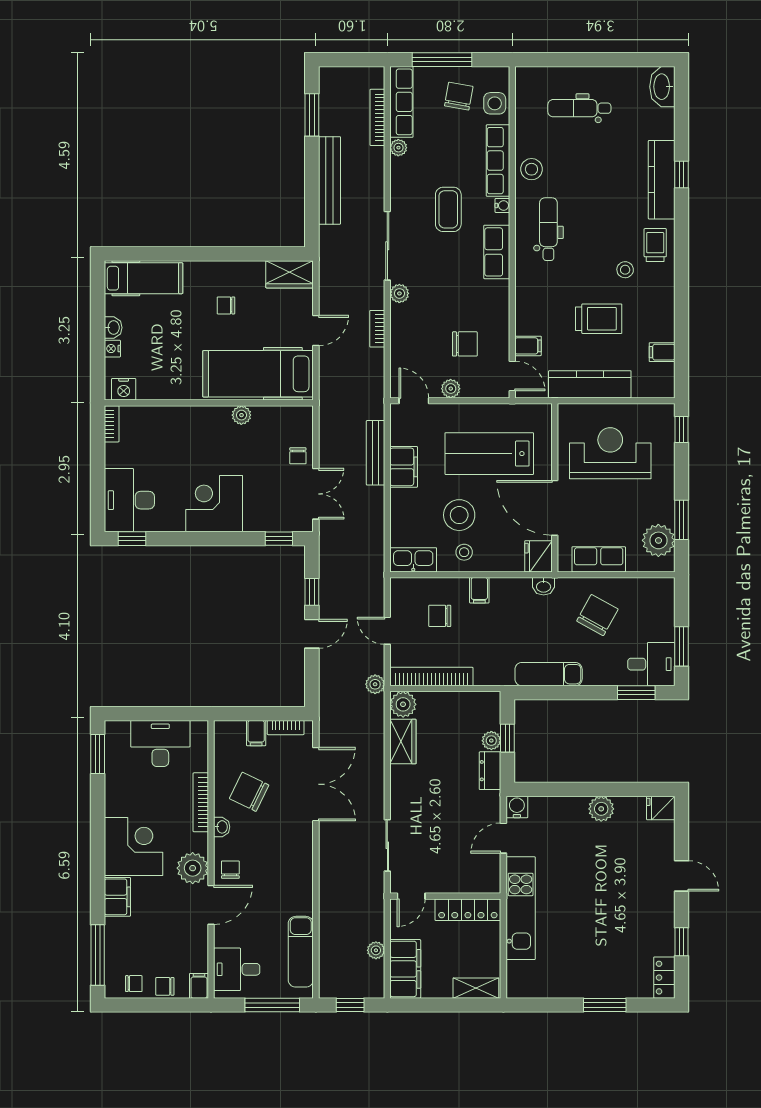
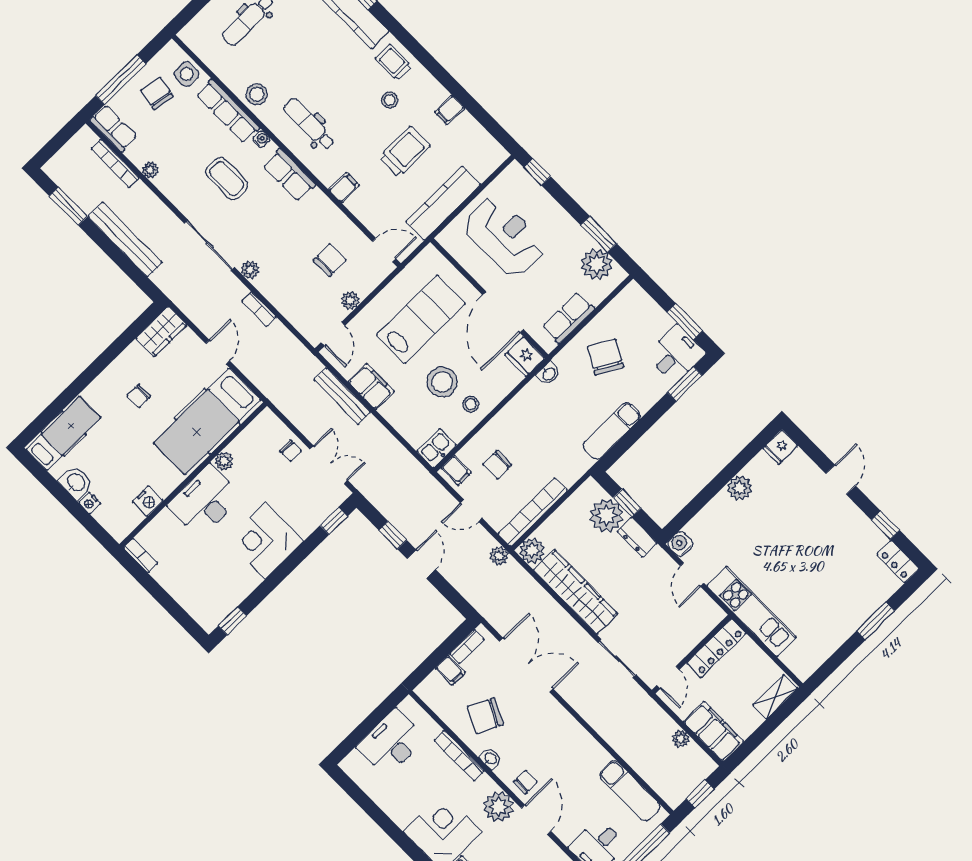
row of seats: (401, 102) -> (114, 128), width x0.68
washbasin: (113, 328) -> (76, 482), width x1.38, depth x1.45
filing cabinet: (528, 346) -> (344, 187), moved
filing cabinet: (662, 352) -> (450, 110), moved
nightstand: (124, 389) -> (148, 501), moved
door: (414, 401) -> (333, 334), swing flipped
reception desk: (610, 453) -> (504, 237), turned 90
lab bench: (489, 454) -> (421, 319), turned 180
desk: (129, 500) -> (205, 501), moved, turned 90
door: (555, 508) -> (503, 312), hinge flipped
kitchen sink: (413, 560) -> (436, 448), width x0.73
filing cabinet: (479, 590) -> (456, 470), moved
plant: (491, 741) -> (606, 516), width x1.87, depth x1.87
wardrobe: (403, 742) -> (576, 592), width x2.10, depth x1.17
window: (98, 754) -> (355, 793), removed
chair: (230, 870) -> (525, 782), turned 90
door: (681, 876) -> (841, 480), hinge flipped

